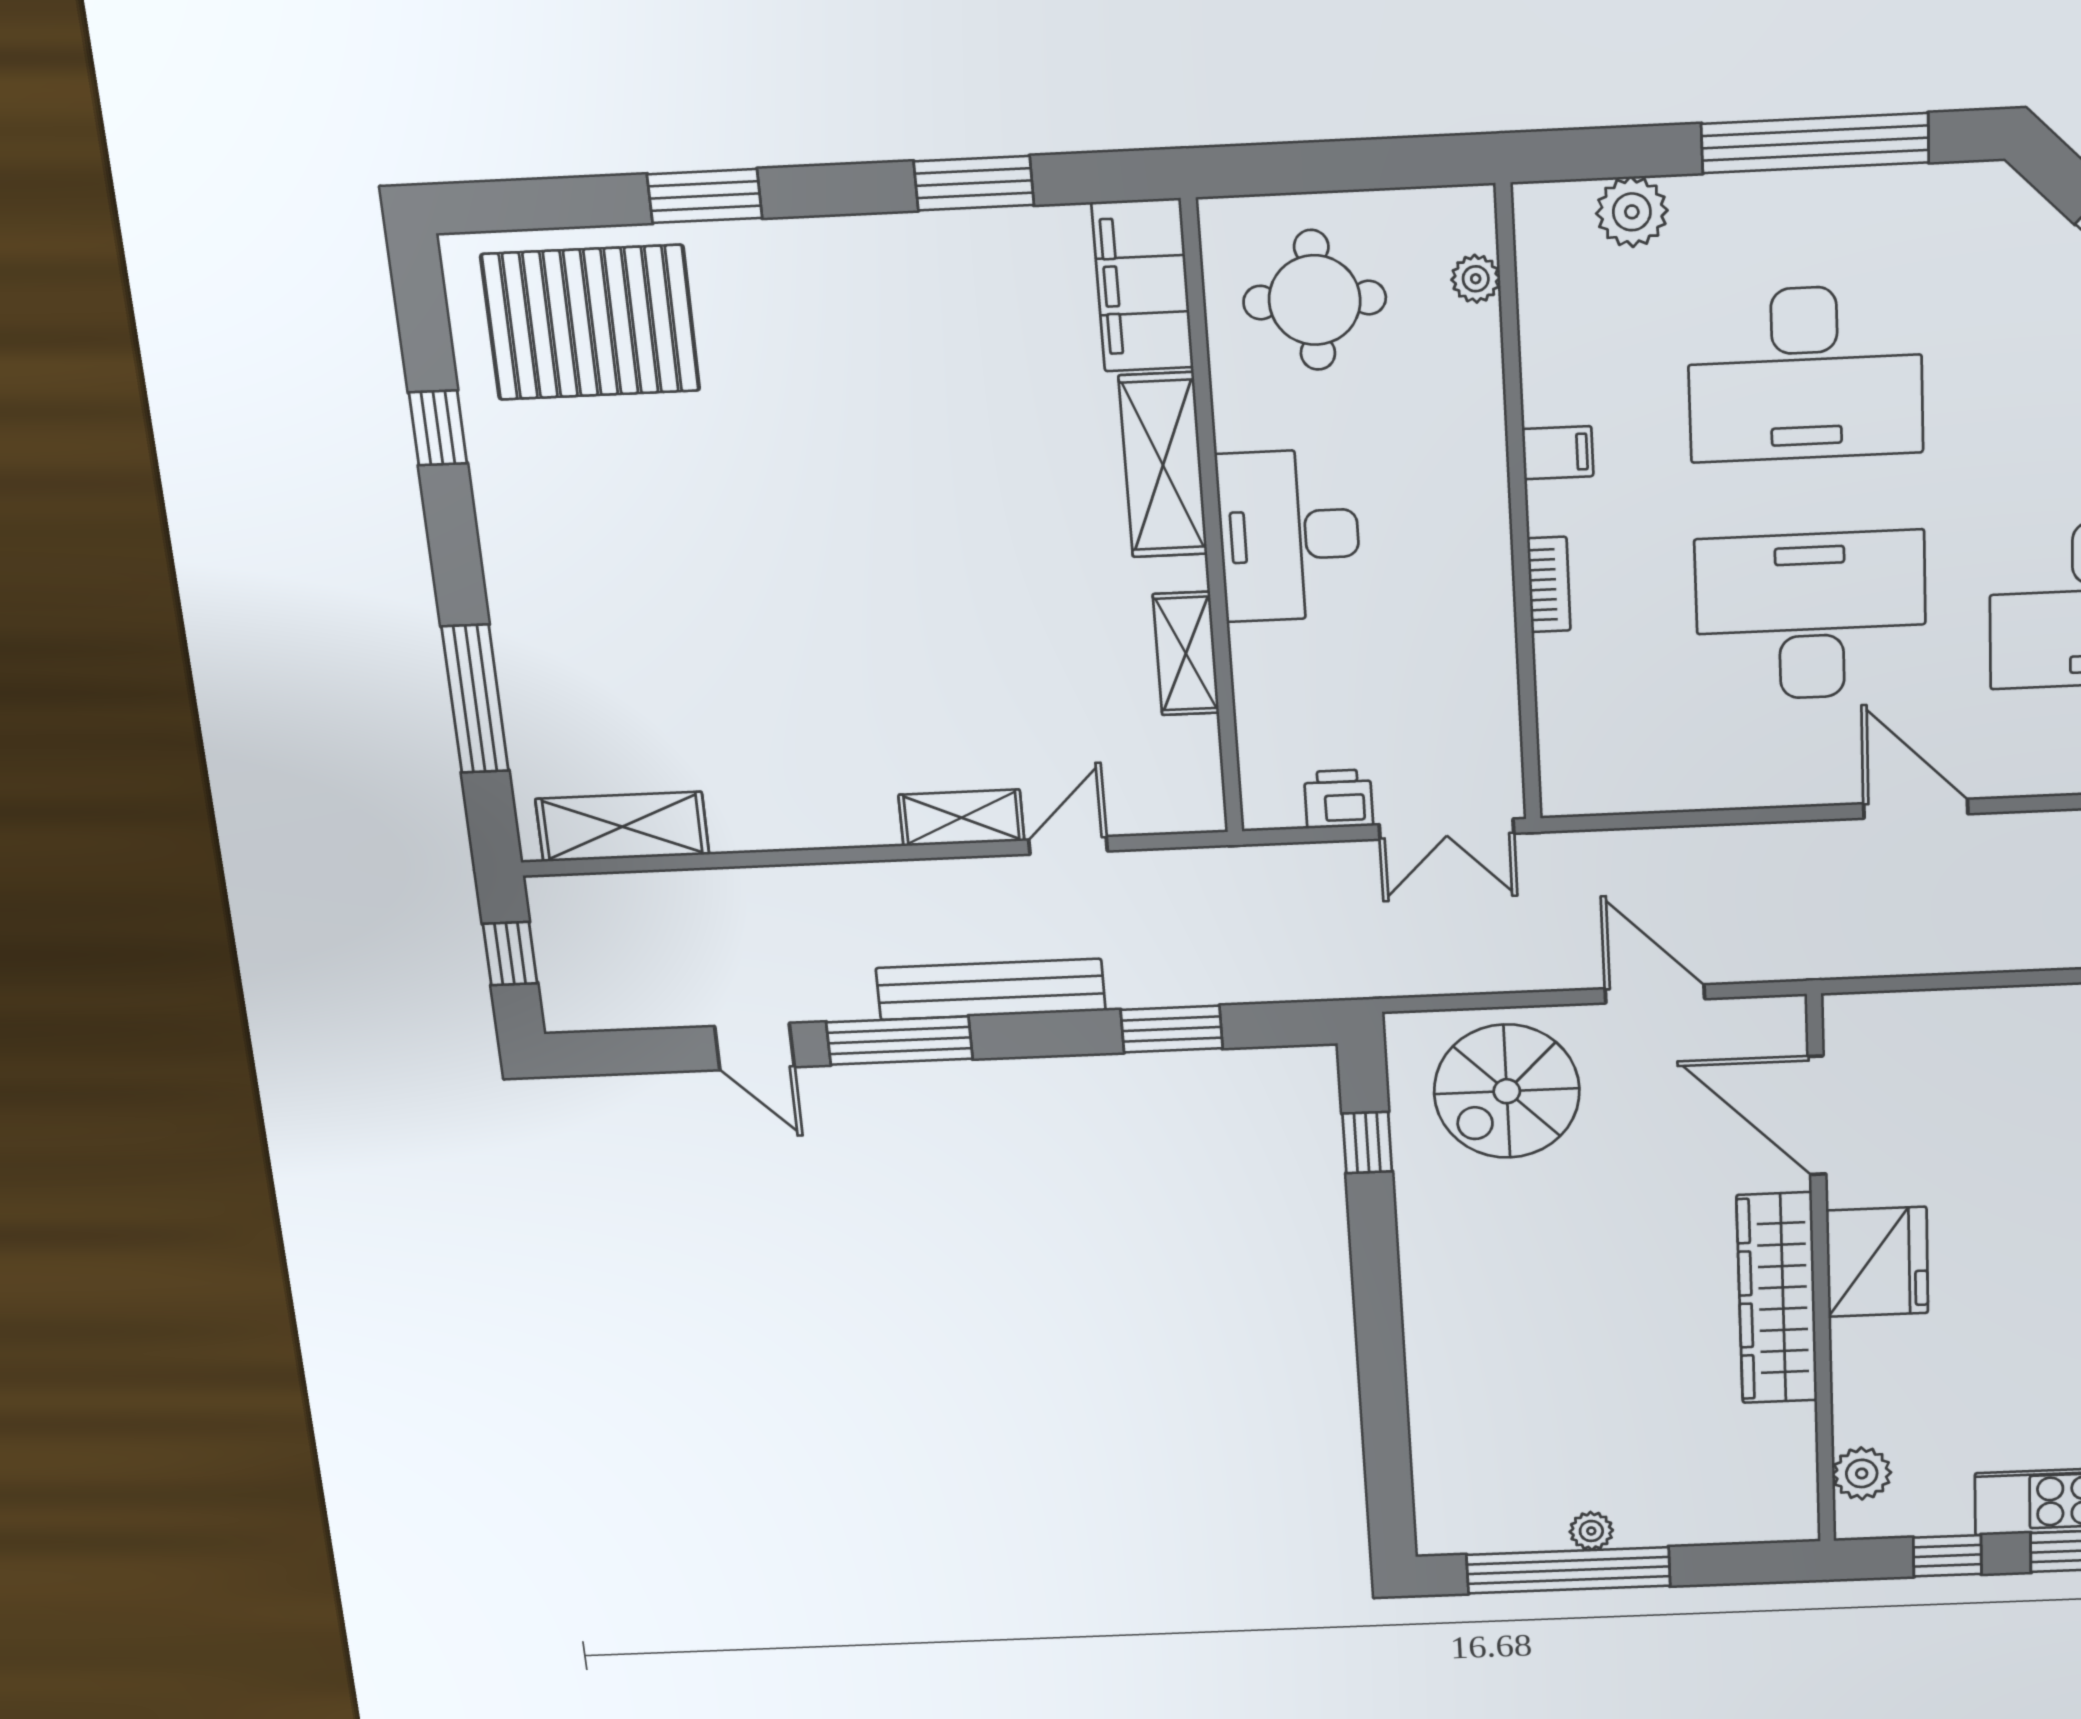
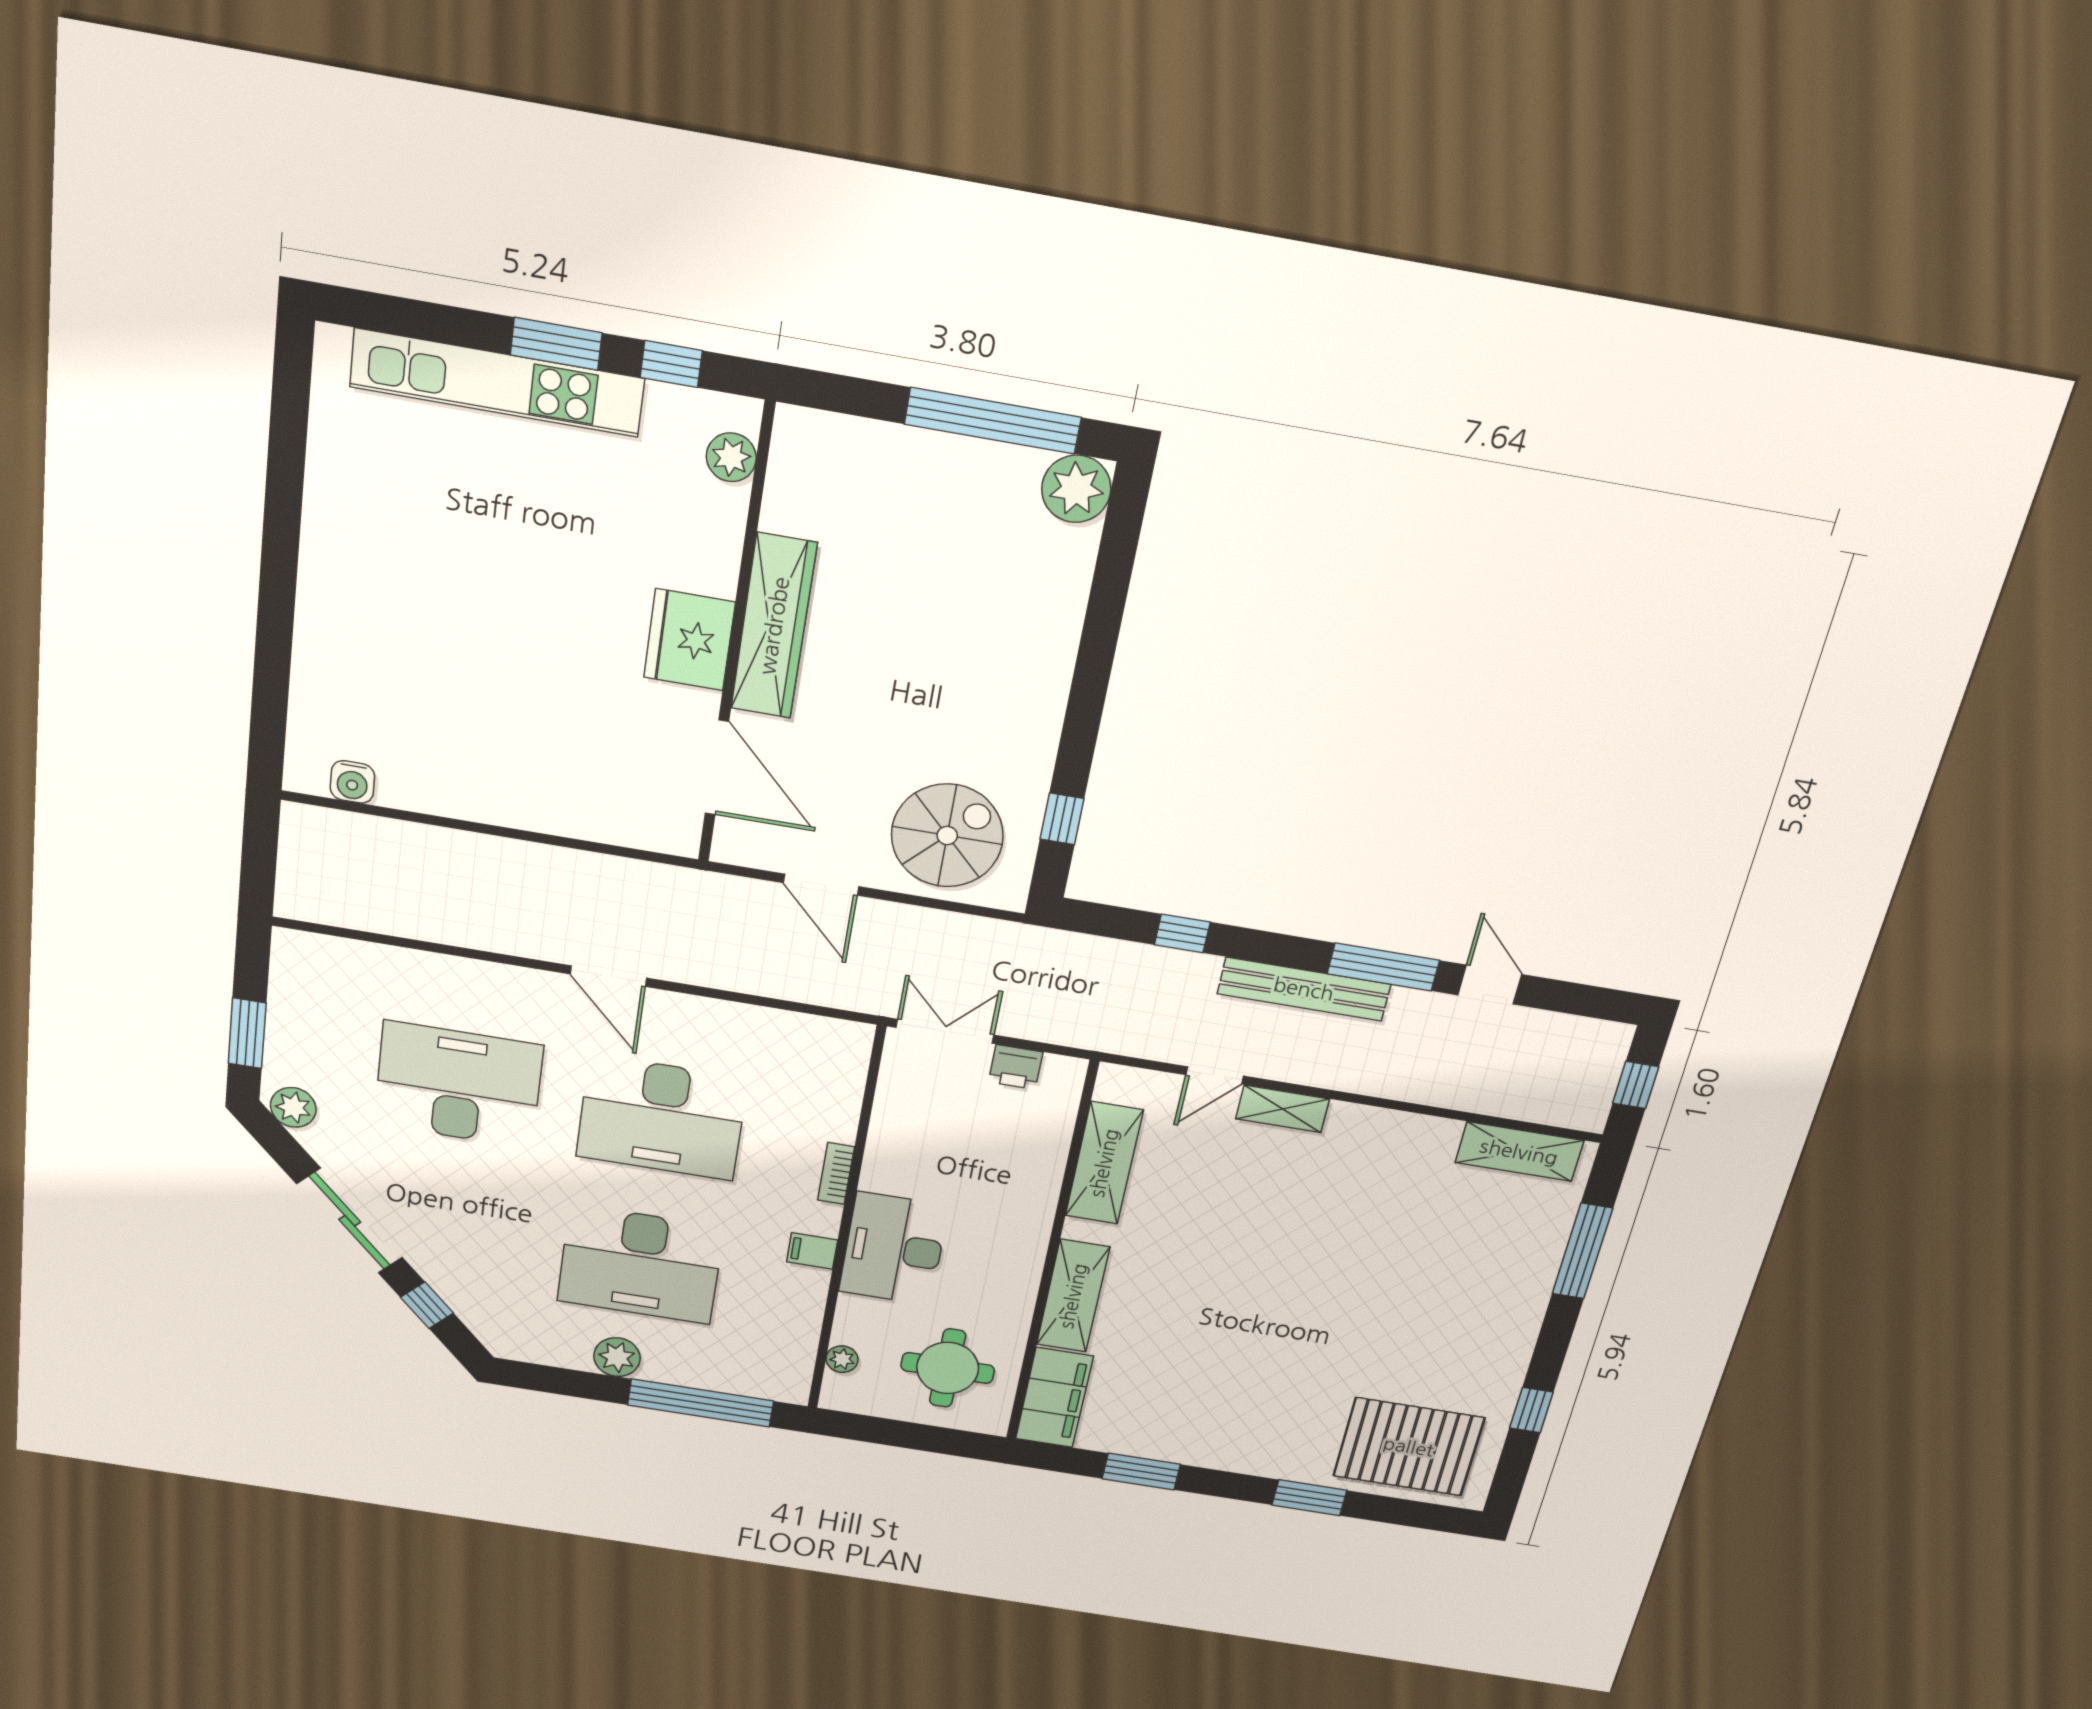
window: (1815, 143) -> (701, 1403), moved
plant: (1632, 212) -> (617, 1357), moved
desk: (1805, 373) -> (640, 1264), turned 180
desk: (1289, 535) -> (894, 1249), moved, turned 180
shelving: (1186, 654) -> (1104, 1163), width x1.50, depth x1.33
window: (1172, 1029) -> (1182, 933), width x0.67
plant: (1591, 1531) -> (1076, 489), moved, width x1.88, depth x1.88

